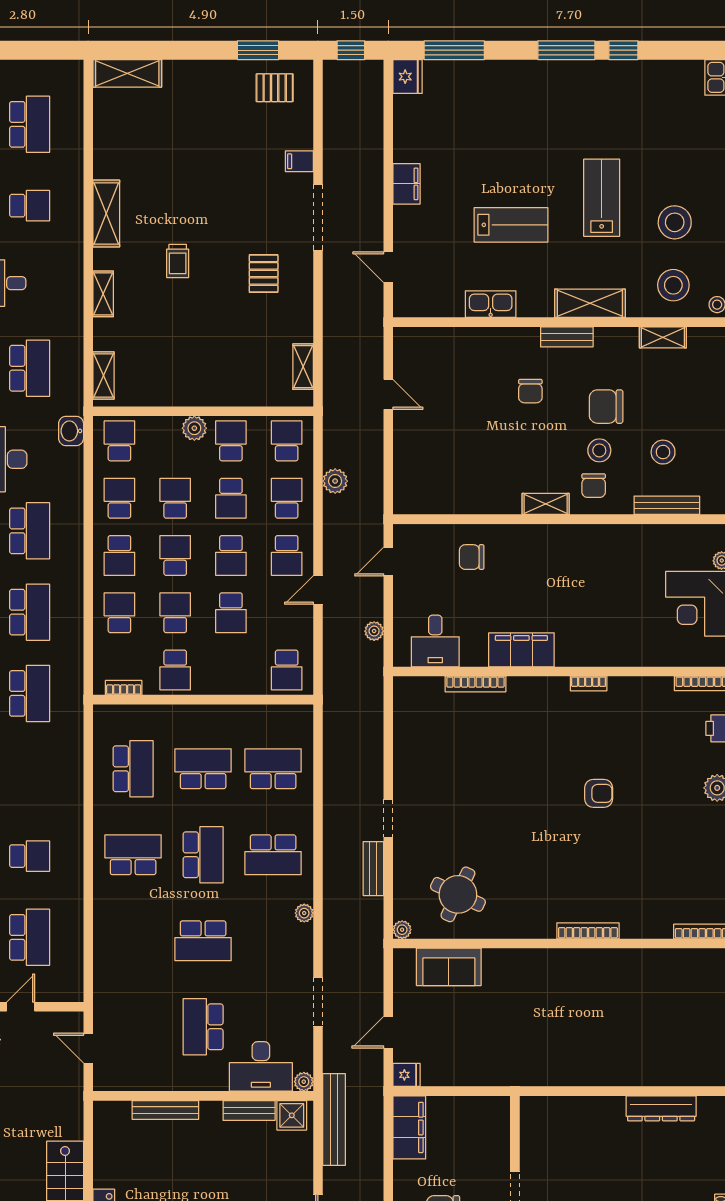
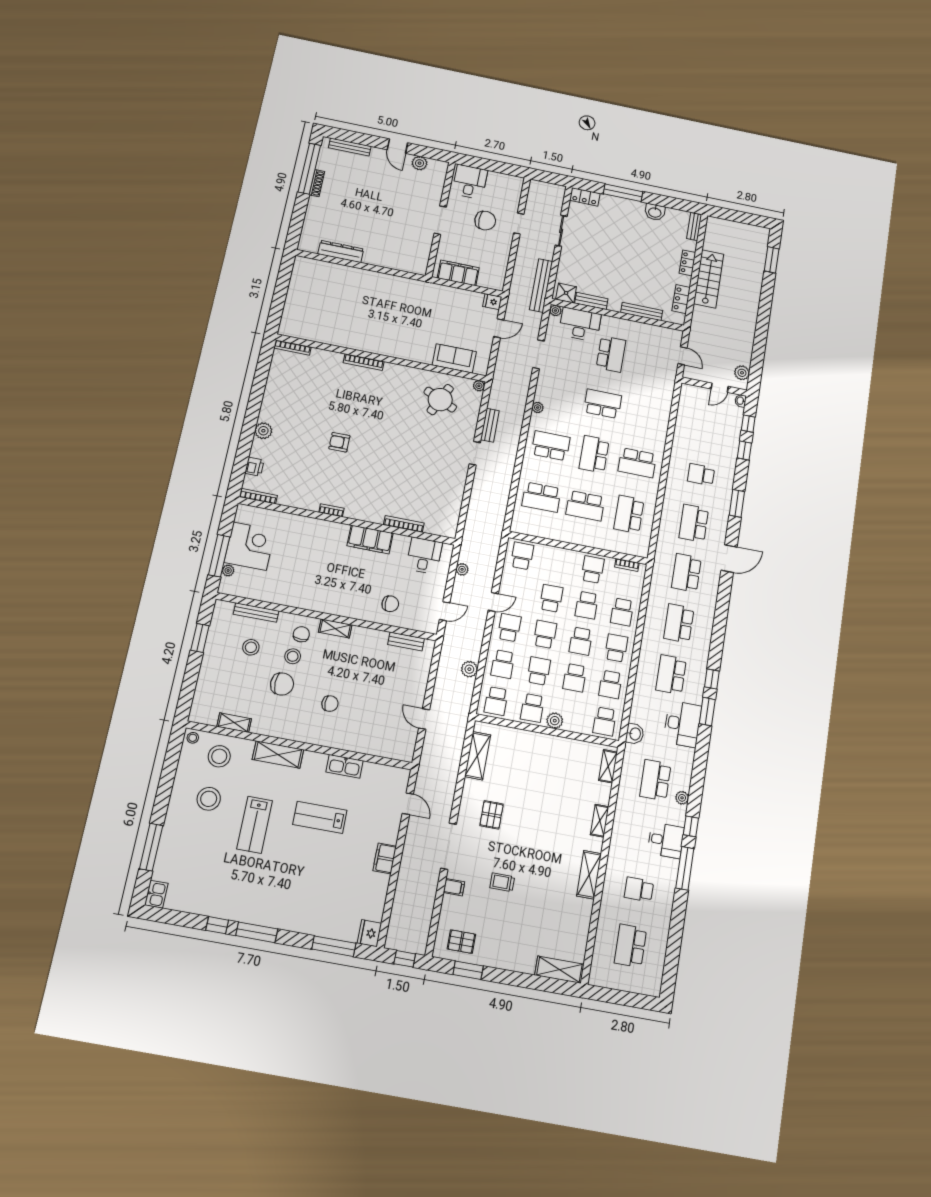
trolley: (178, 261) -> (502, 882), moved, turned -90
bench: (567, 337) -> (406, 642), moved
shelving: (303, 367) -> (478, 756), width x1.50, depth x1.33
chair: (530, 391) -> (330, 704), turned 90
school desk: (30, 937) -> (694, 523), moved
filing cabinet: (409, 1127) -> (458, 273), moved, turned 90
locker: (105, 1145) -> (681, 299), added

